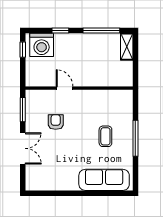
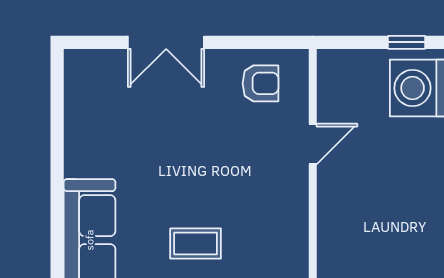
window: (23, 110) -> (260, 42), removed
armchair: (56, 122) -> (261, 83), moved

